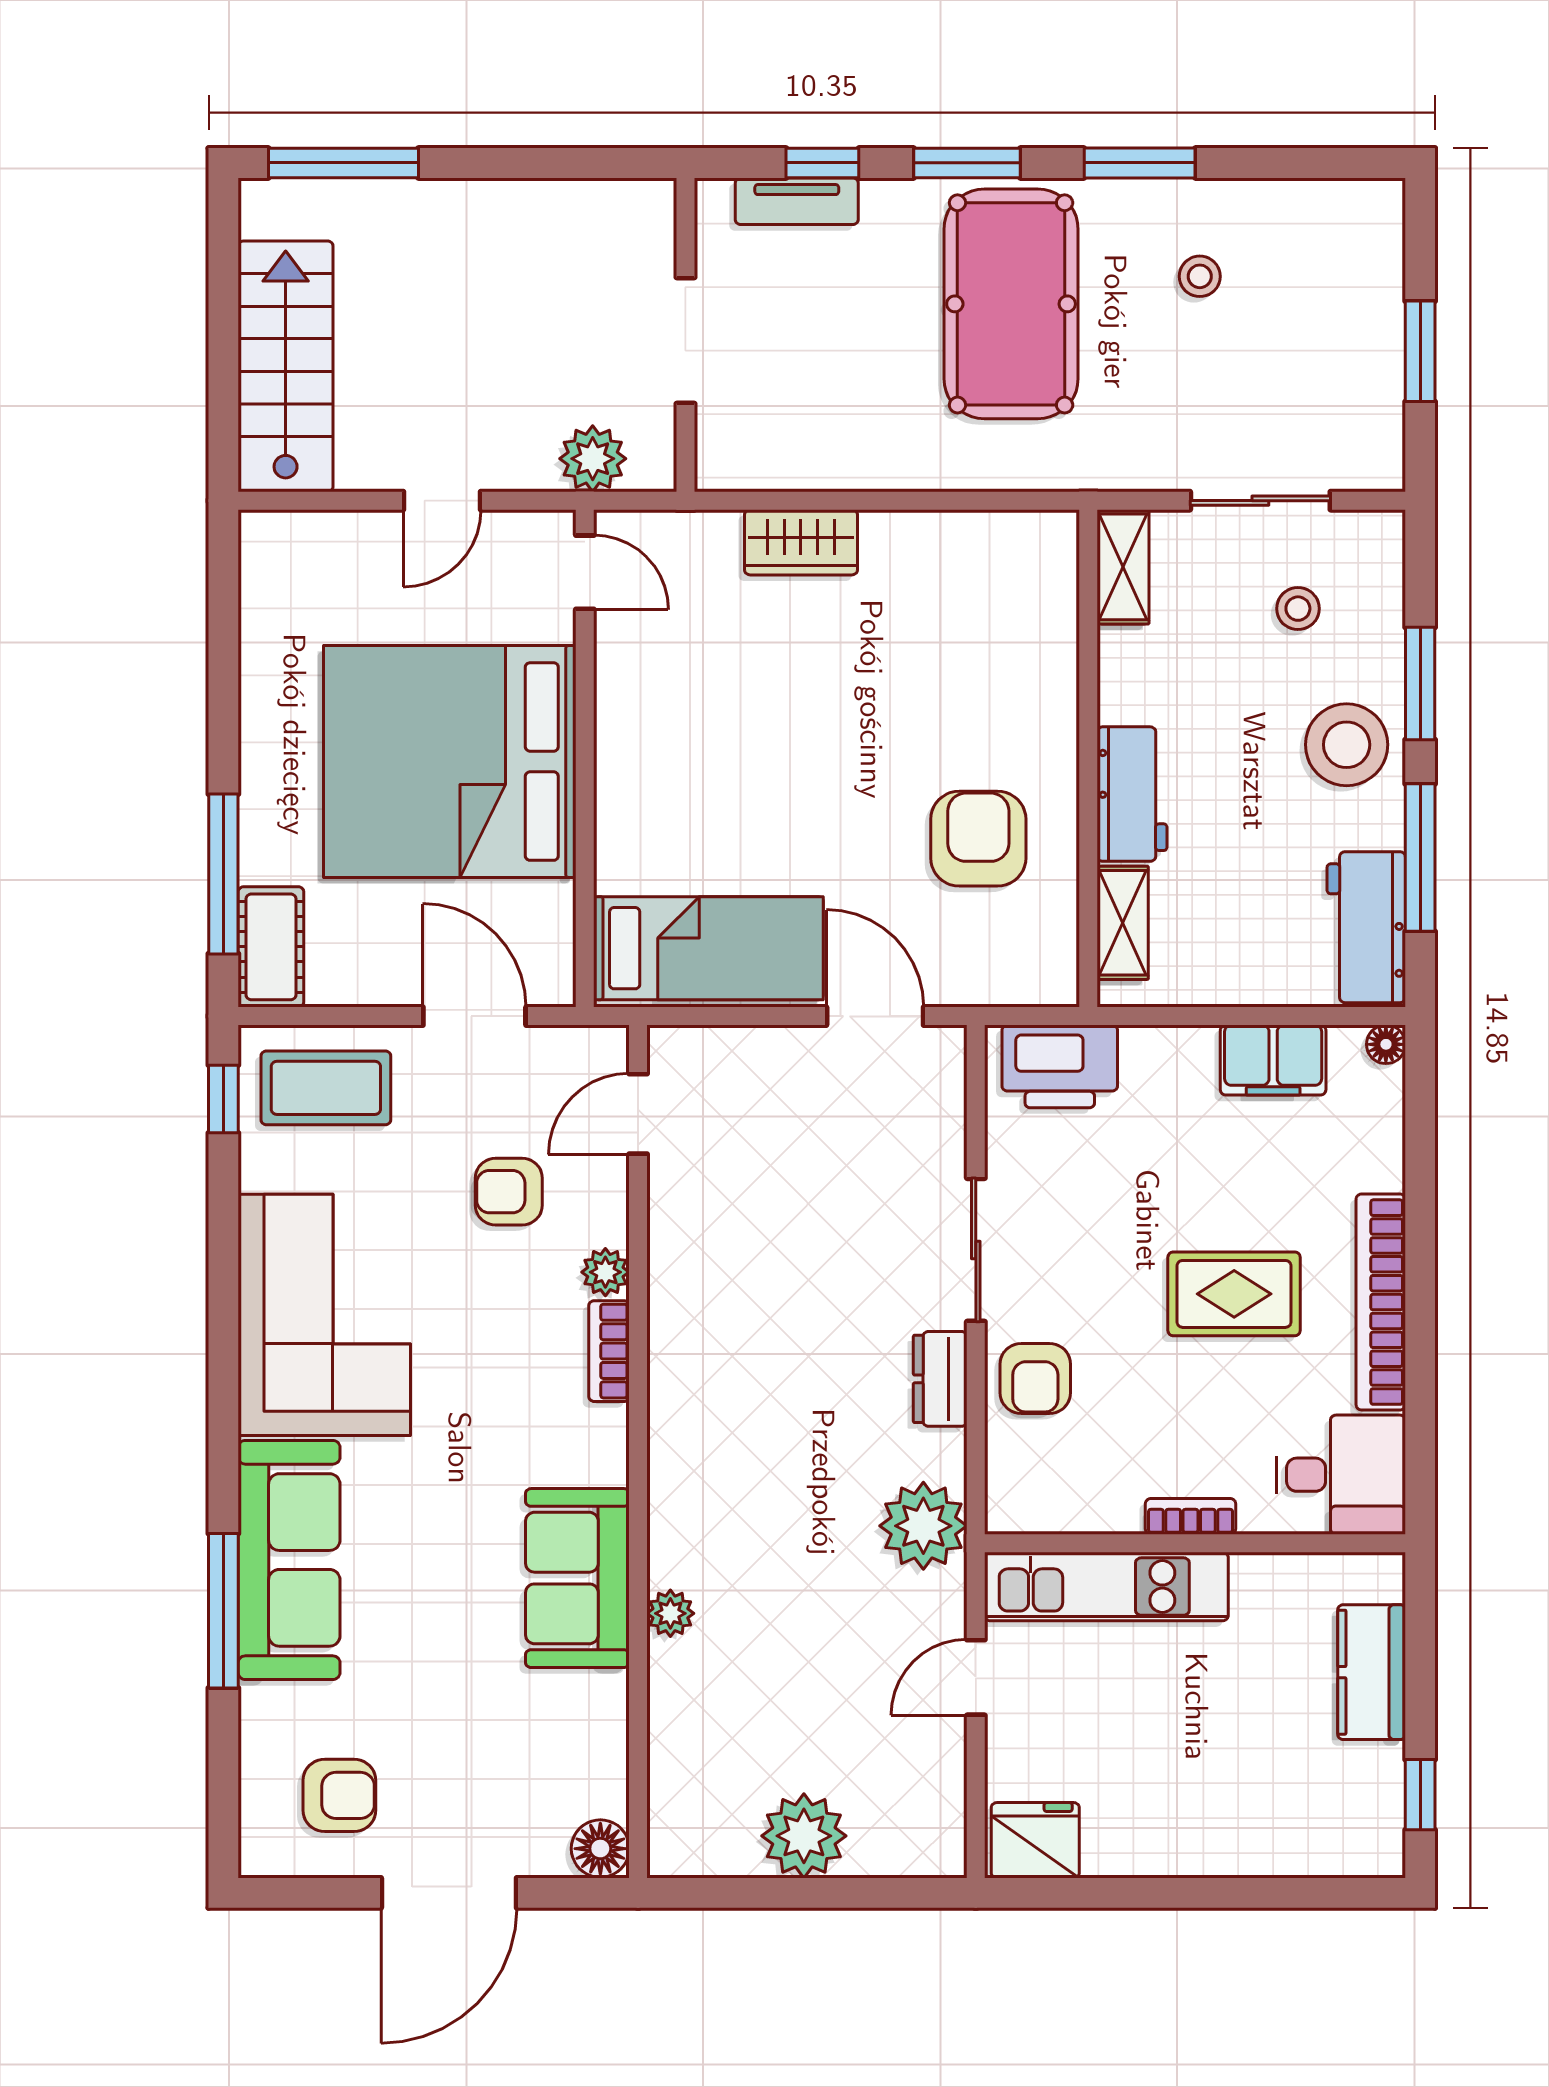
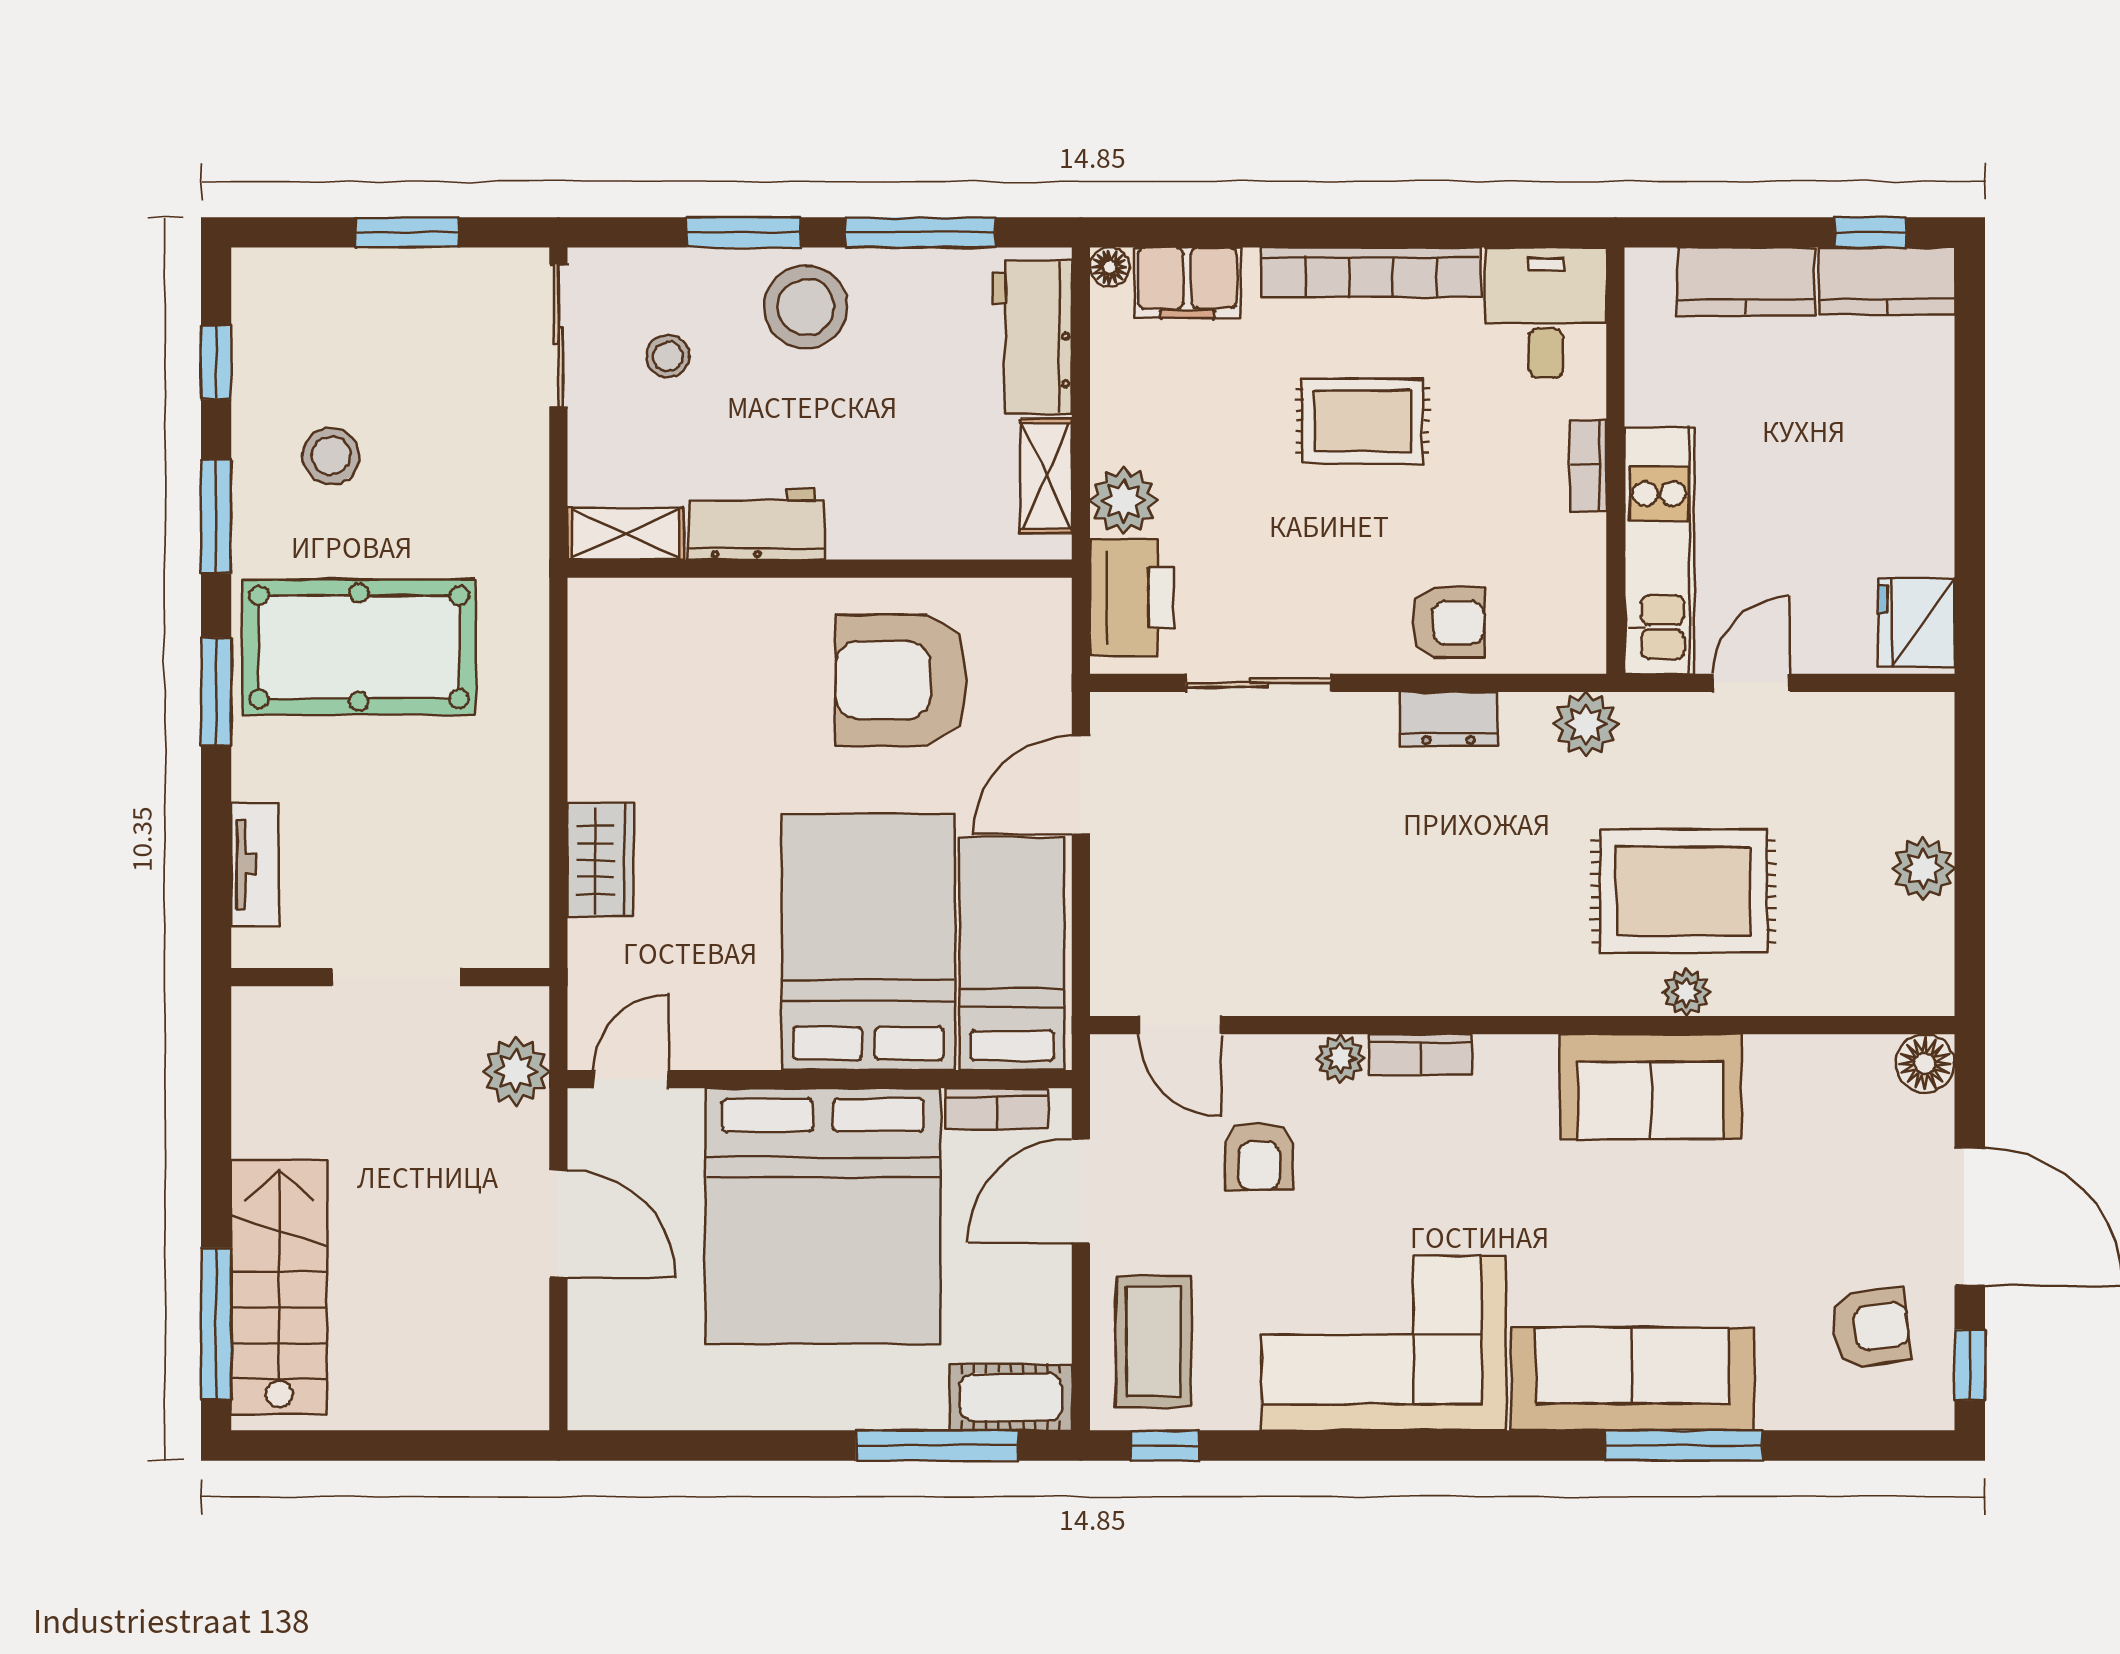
window: (822, 163) -> (216, 362), moved
stool: (1200, 276) -> (331, 456), width x1.37, depth x1.37
stairs: (286, 366) -> (279, 1287), moved, turned 90
door: (442, 501) -> (558, 1224), width x1.38
sliding door: (1260, 501) -> (558, 336), moved
workbench: (1132, 794) -> (757, 524), moved
bed: (720, 806) -> (868, 942), added
armchair: (978, 839) -> (901, 680), width x1.36, depth x1.36
shelving: (1123, 923) -> (1046, 476), moved, turned 90
workbench: (1366, 927) -> (1032, 337), moved, turned 90
bookcase: (556, 933) -> (997, 1109), added
plant: (1155, 1058) -> (1124, 501), added
filing cabinet: (1273, 1060) -> (1187, 283), moved, turned 90
sliding door: (976, 1250) -> (1259, 683), moved
rug: (1234, 1294) -> (1363, 421), turned 90
plant: (923, 1526) -> (1586, 724), width x0.73, depth x0.73
rug: (770, 1611) -> (1684, 891), added
door: (976, 1677) -> (1751, 683), swing flipped
armchair: (339, 1795) -> (1871, 1328), turned 82
kitchen counter: (1372, 1811) -> (1887, 281), added
plant: (804, 1836) -> (1923, 868), width x0.73, depth x0.73
window: (303, 1893) -> (1970, 1365), added

